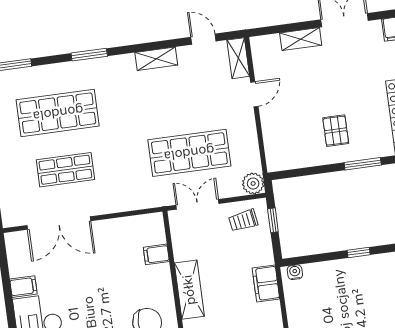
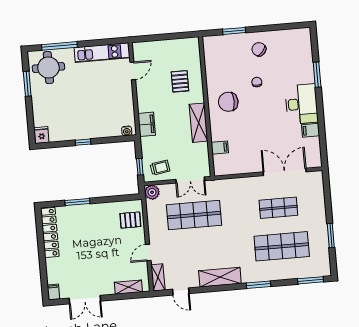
shelving: (301, 39) -> (128, 287), moved
shelving: (156, 59) -> (220, 277), width x1.50, depth x1.33
pallet: (336, 131) -> (130, 220), moved, turned 90

